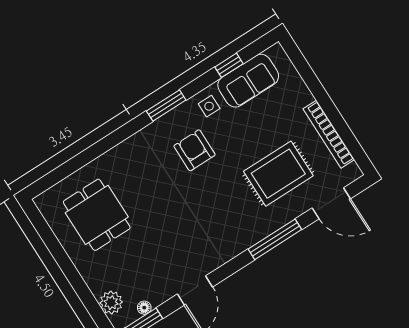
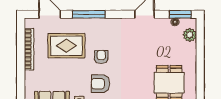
armchair: (194, 150) -> (100, 84), turned 90
armchair: (218, 190) -> (101, 57), added

